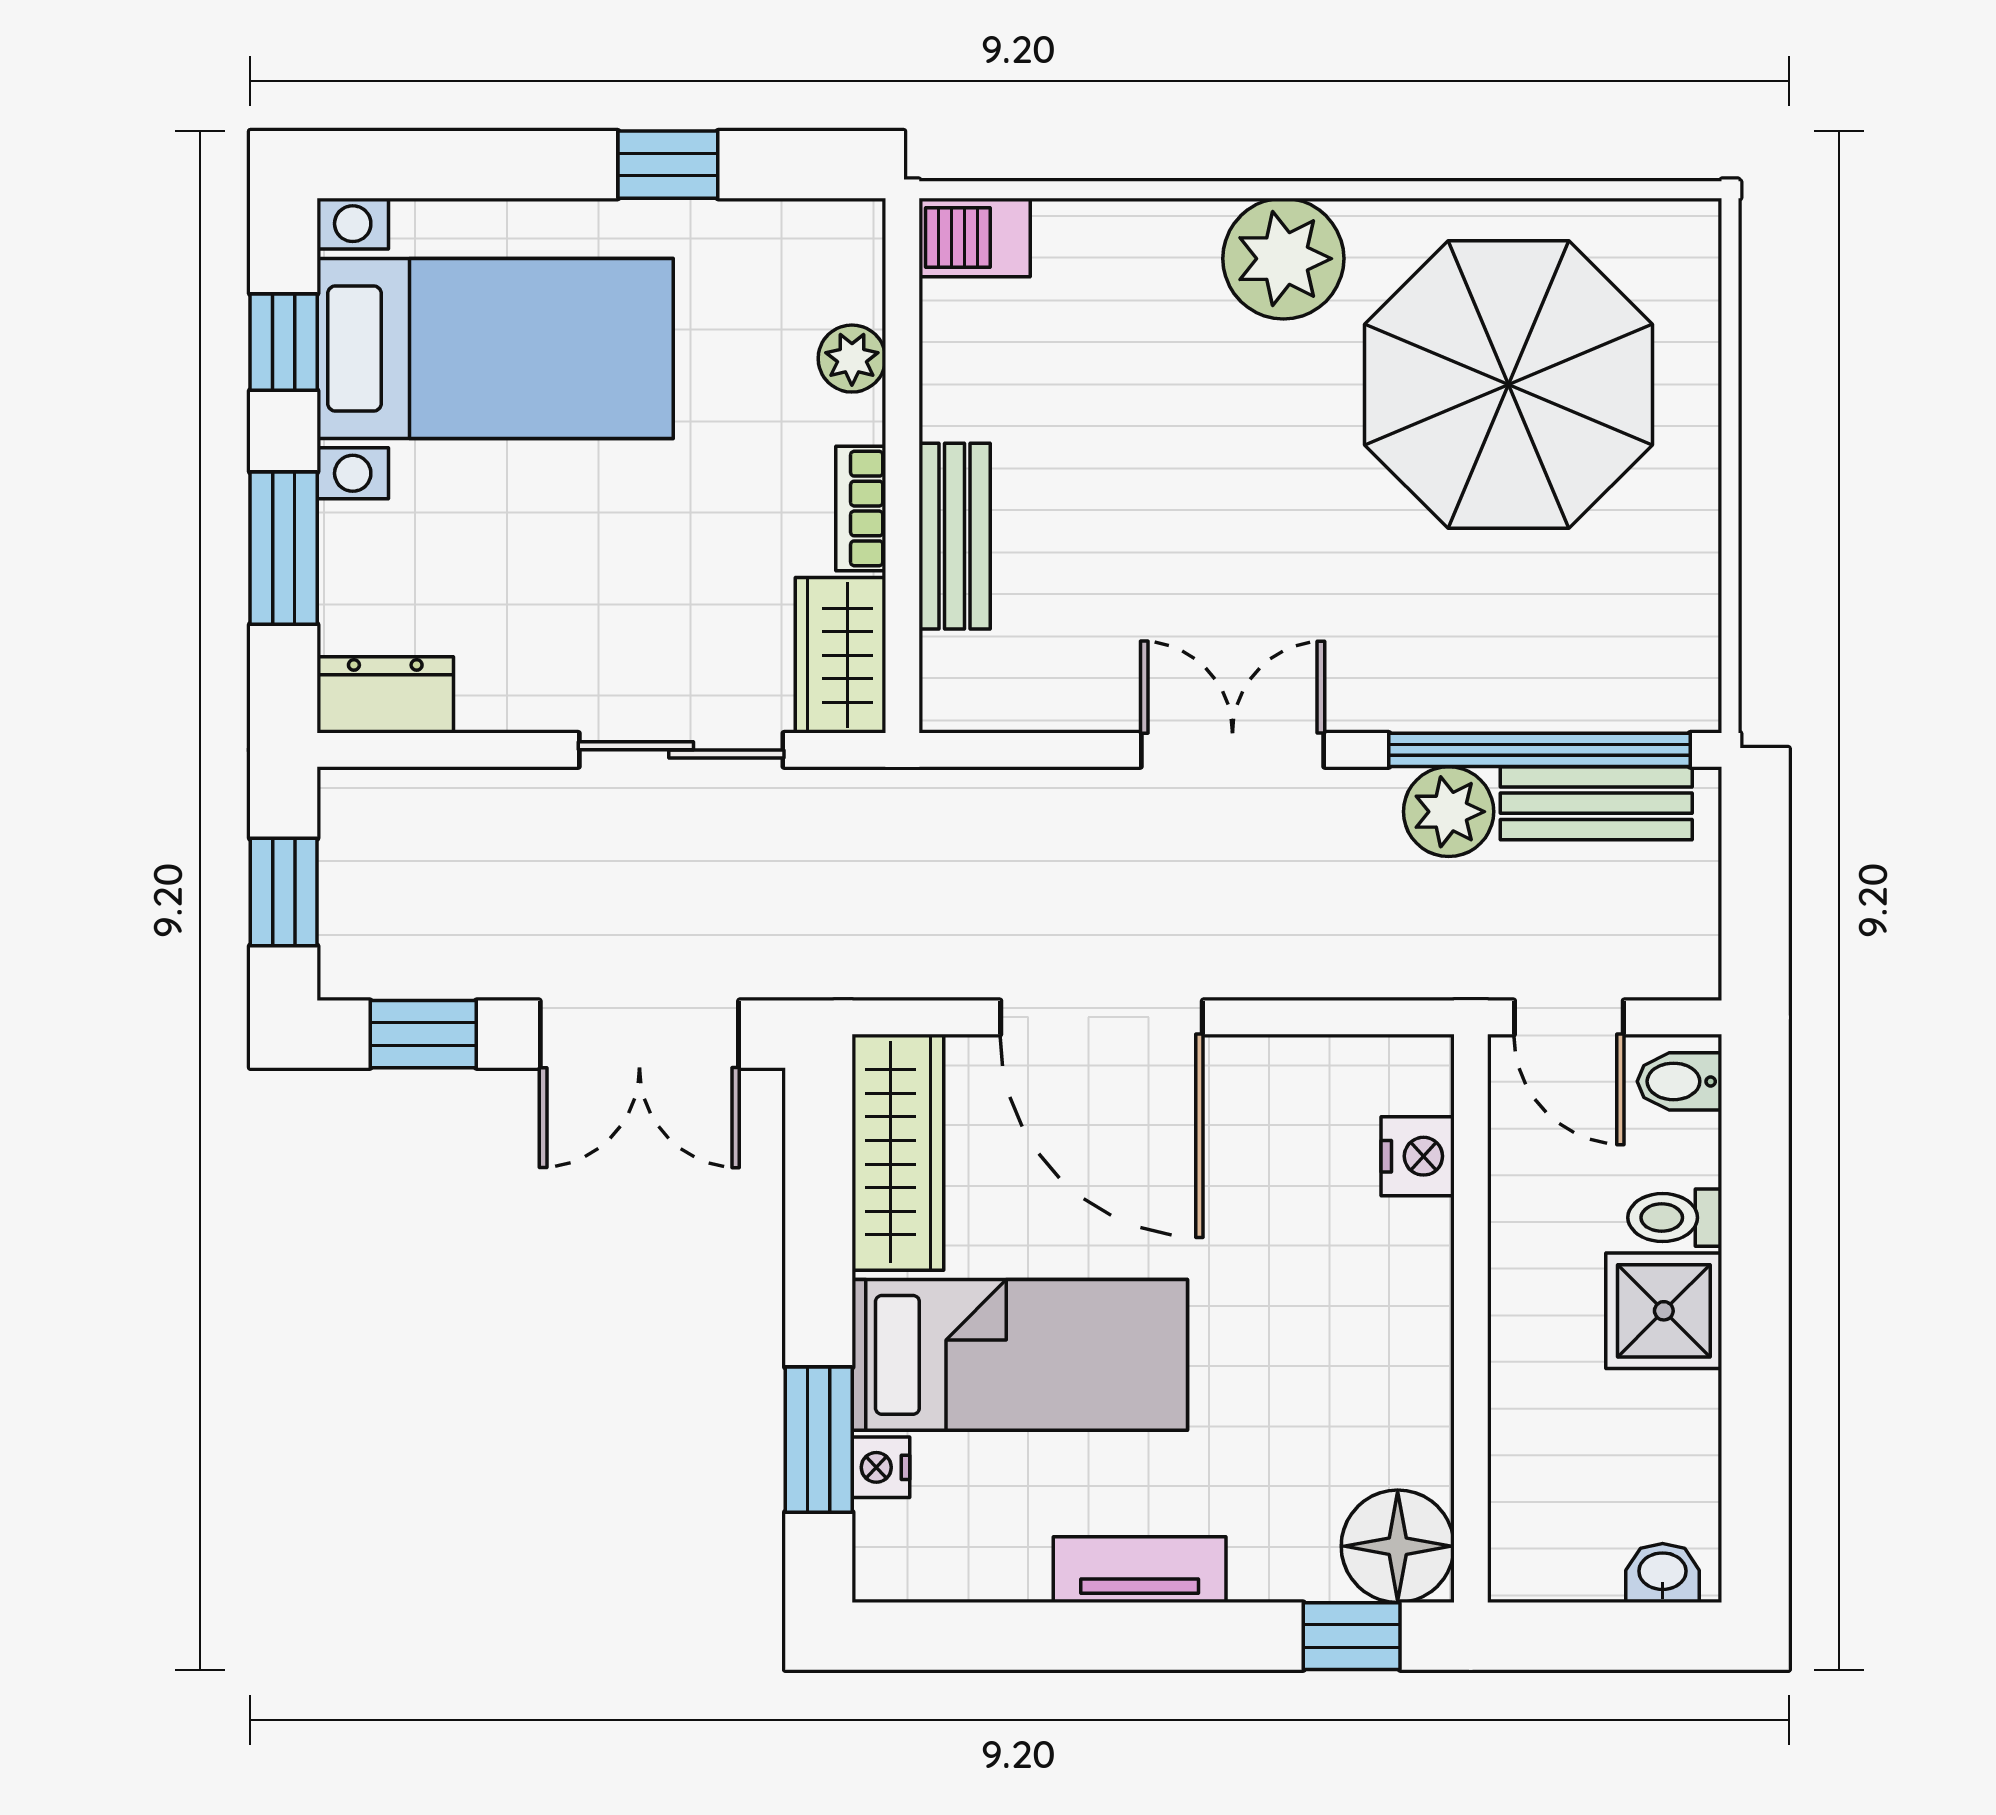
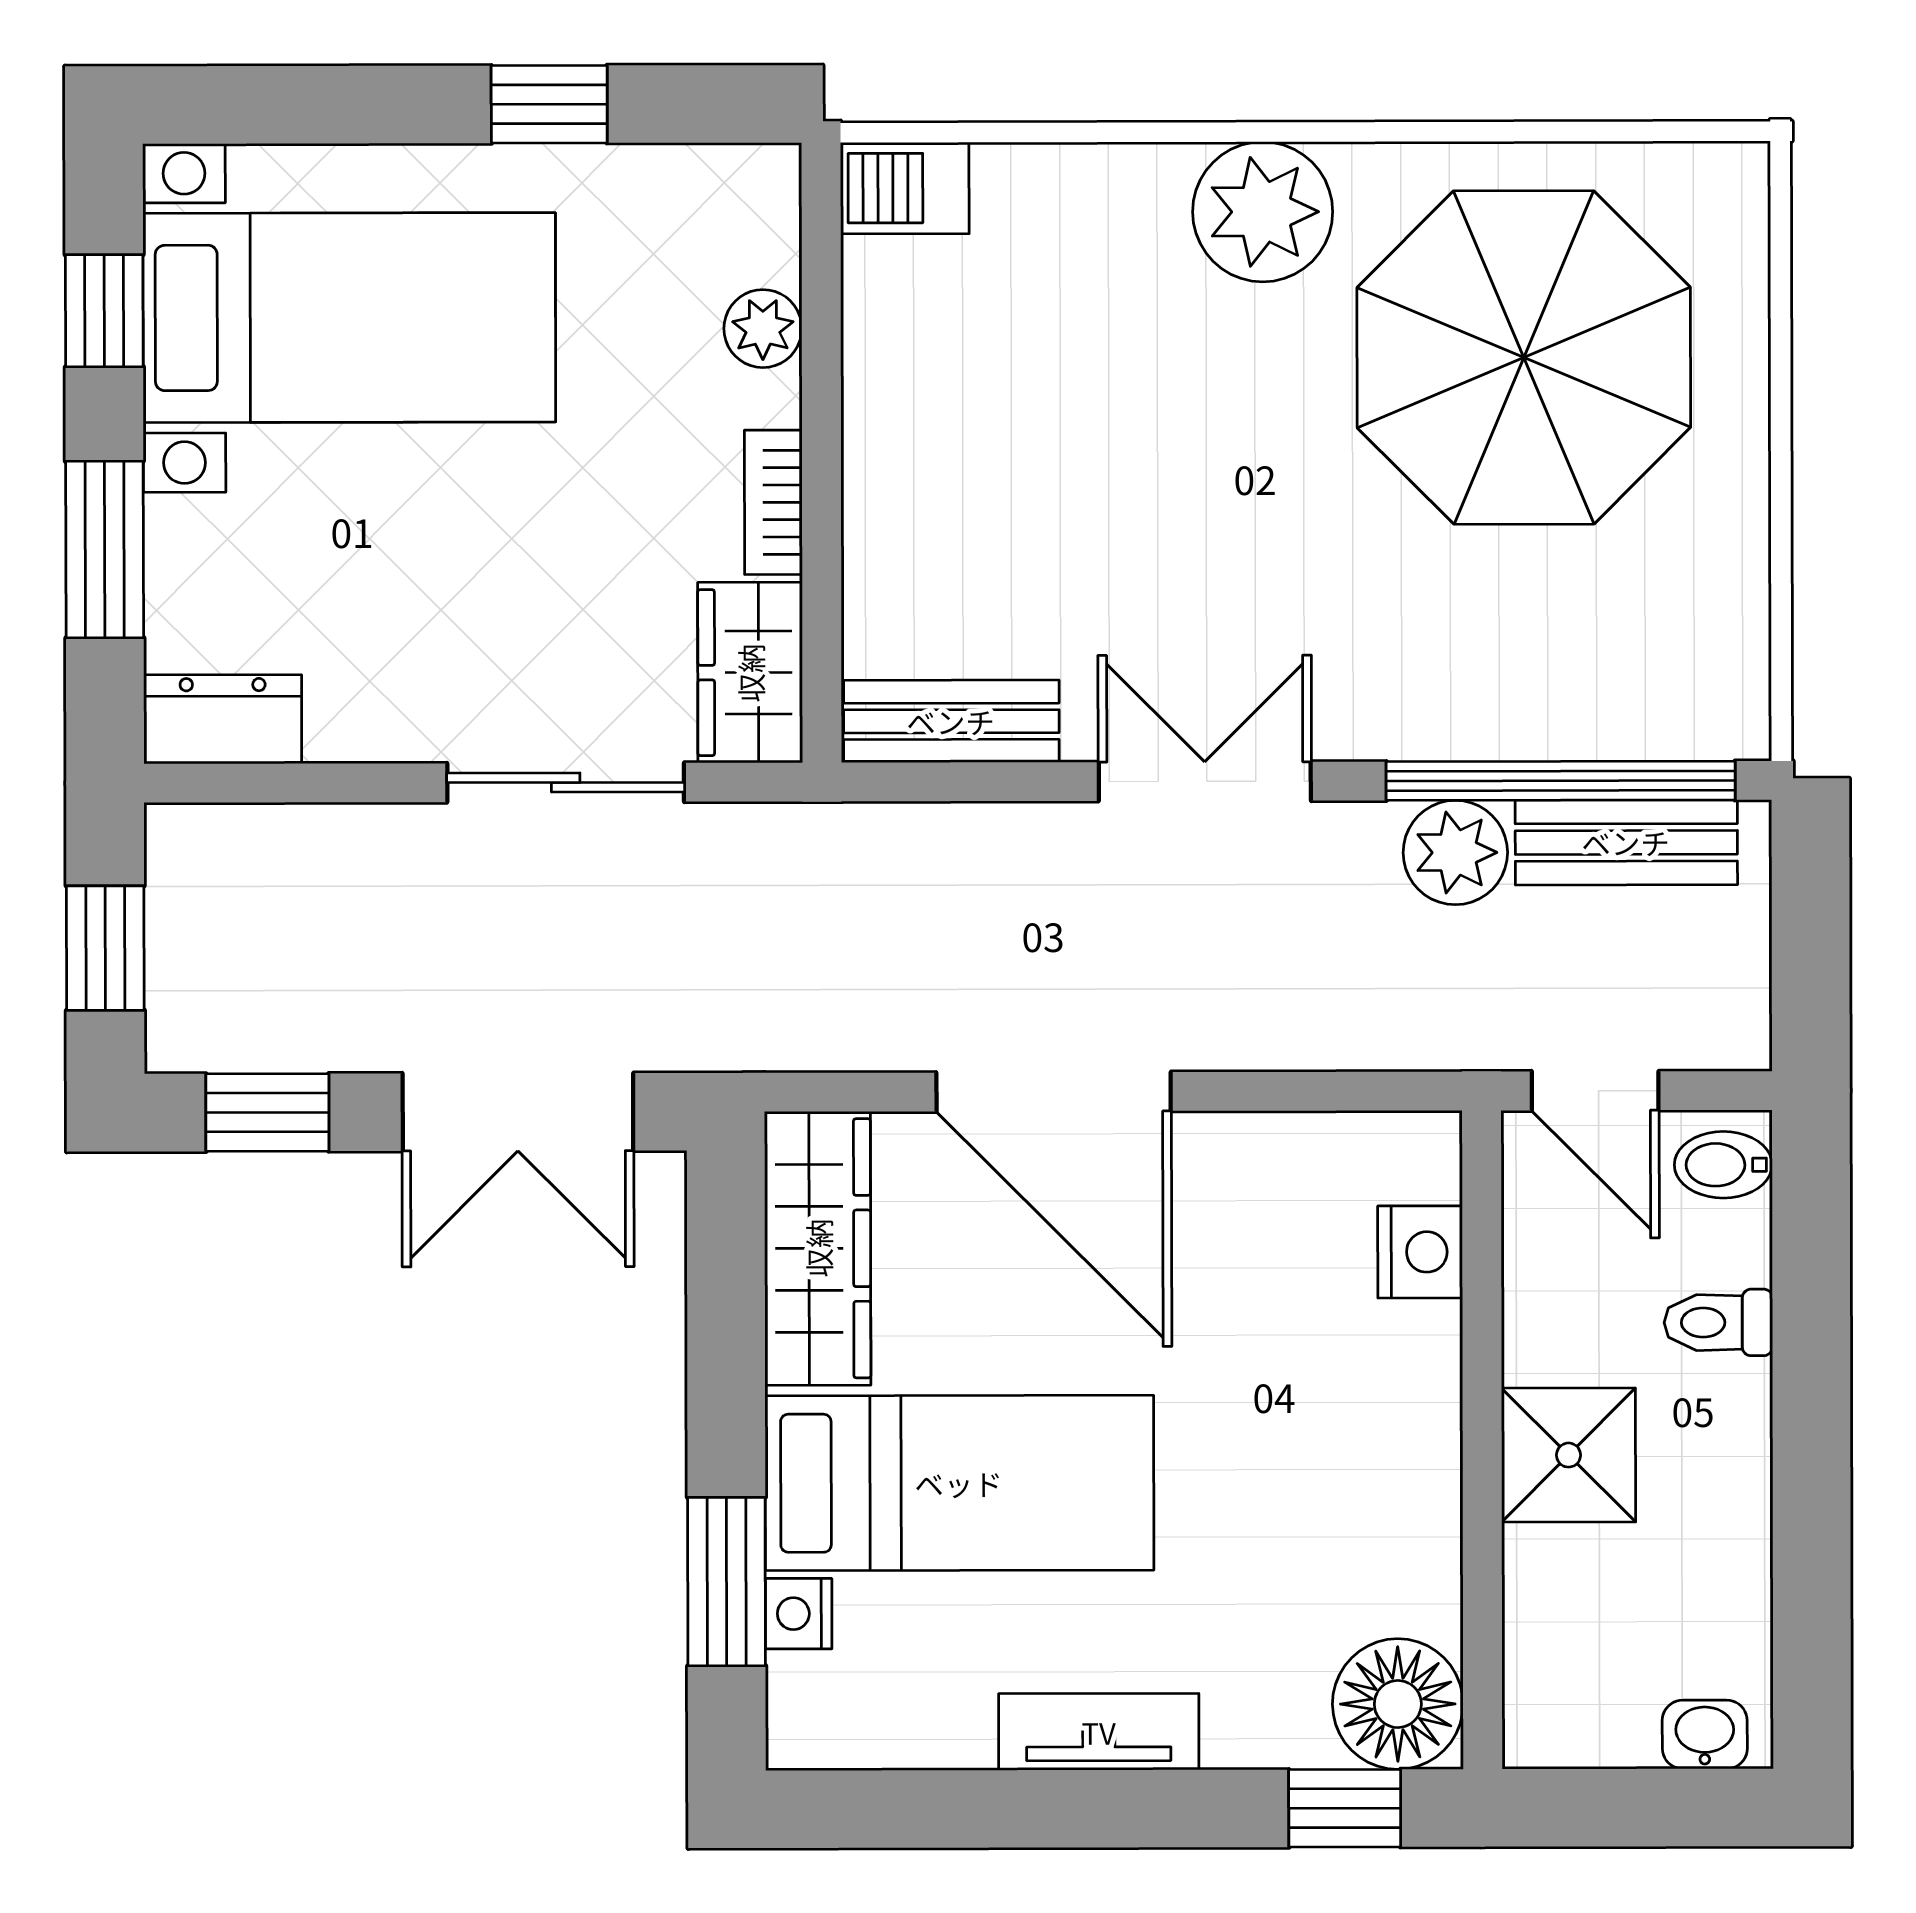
bench: (955, 536) -> (951, 721), moved, turned 90
shower: (1664, 1311) -> (1569, 1455), moved

